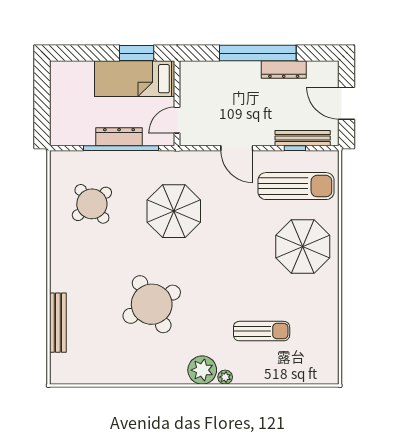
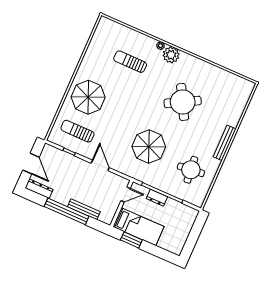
dresser: (284, 69) -> (39, 189), moved
dresser: (119, 137) -> (157, 198), width x0.70
bench: (303, 138) -> (84, 209), moved
sun lounger: (296, 186) -> (77, 131), width x0.73, depth x0.75
round table: (92, 204) -> (191, 170), turned 33
bench: (58, 323) -> (225, 143), moved

